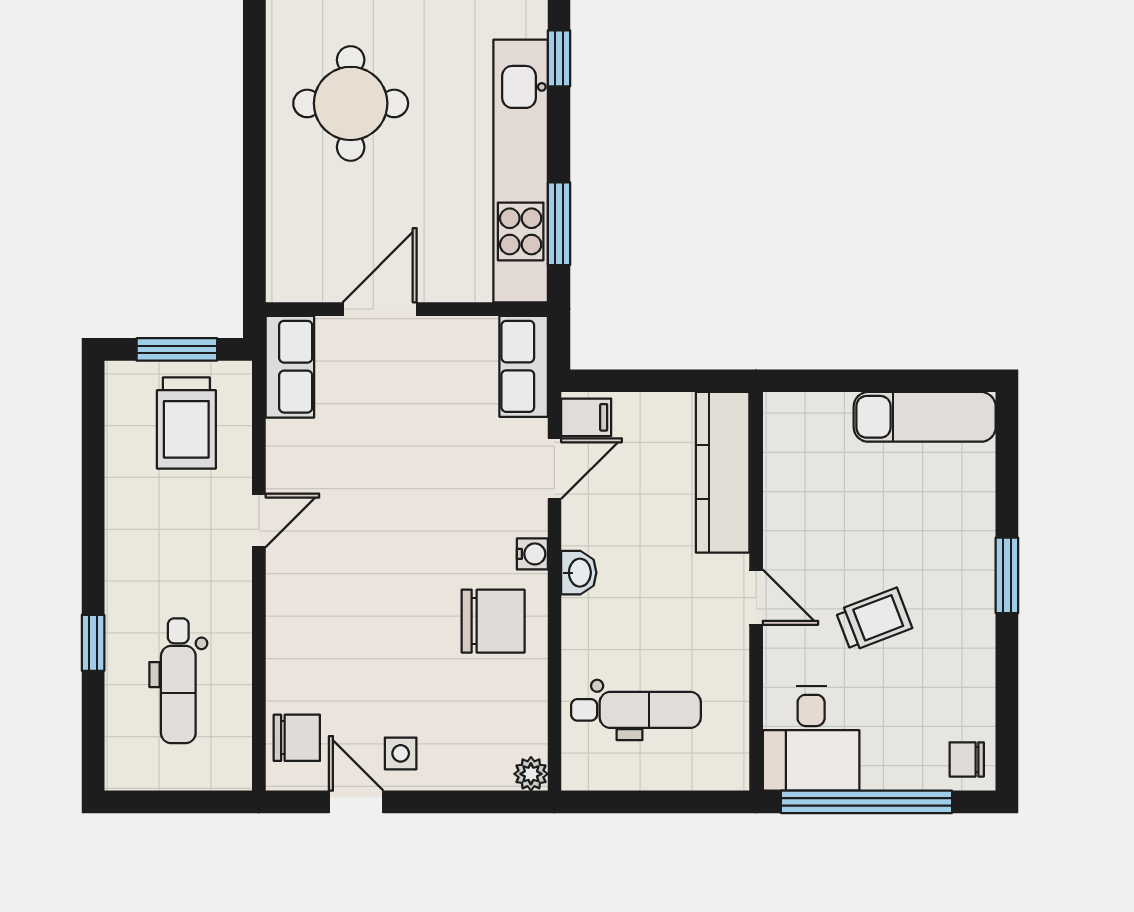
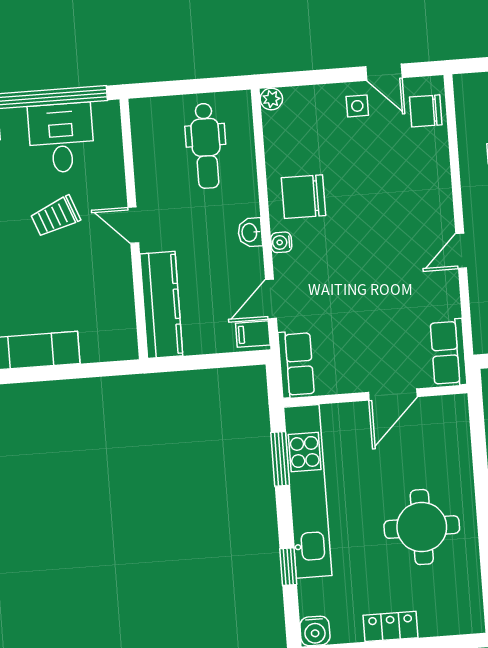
dental chair: (636, 710) -> (206, 146), turned -90
desk: (811, 739) -> (61, 138), moved

